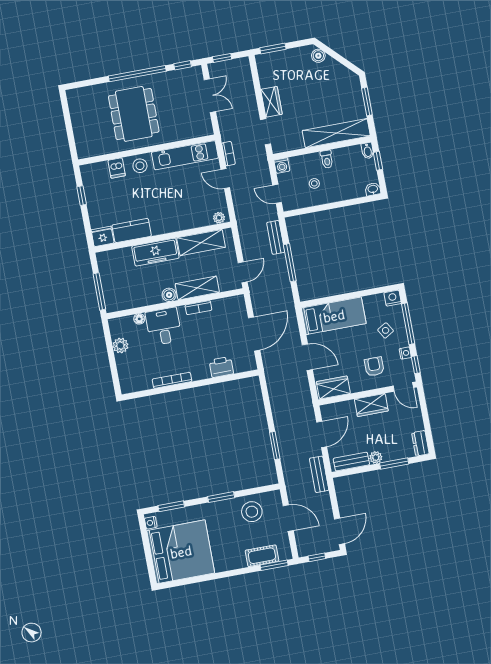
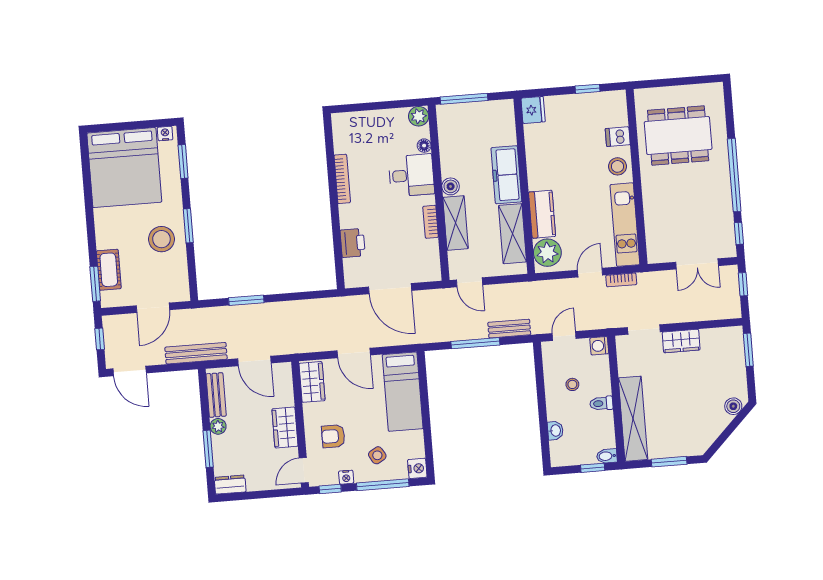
dining table: (134, 114) -> (678, 135), moved
washbasin: (373, 189) -> (555, 431), moved
plant: (219, 218) -> (547, 253), width x1.88, depth x1.88
kitchen counter: (132, 231) -> (542, 214), moved
plant: (120, 345) -> (419, 116), moved
door: (307, 357) -> (354, 353), hinge flipped
armchair: (374, 366) -> (333, 436), turned 180
bench: (319, 474) -> (196, 353), width x1.36
stool: (252, 512) -> (161, 239), moved

